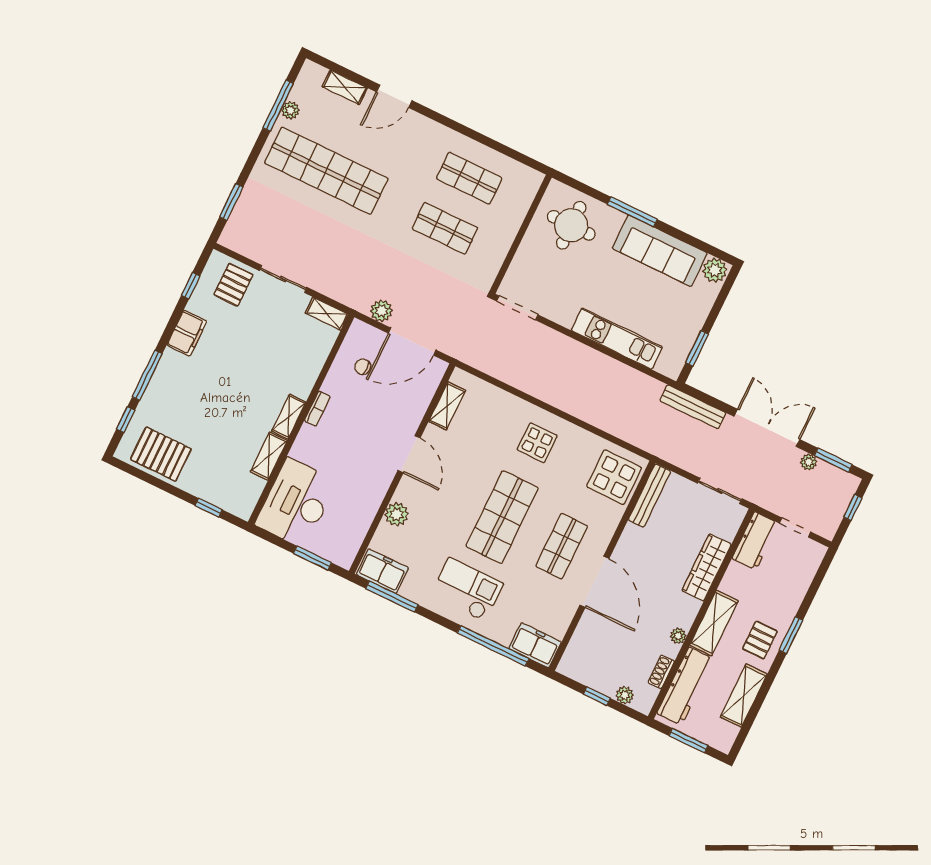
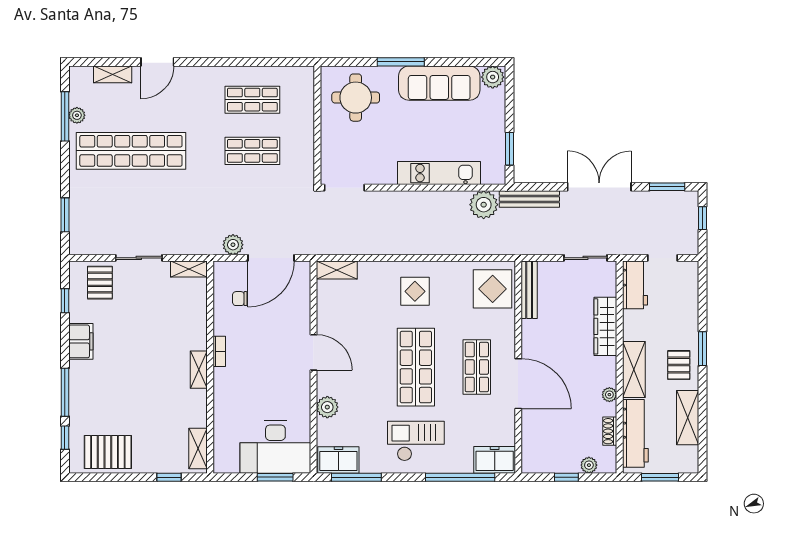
shelving: (447, 406) -> (337, 270), moved, turned 90
shelving: (269, 456) -> (198, 449), moved
plant: (809, 462) -> (484, 205), moved, width x1.88, depth x1.88
desk: (296, 503) -> (275, 447), moved, turned -90

